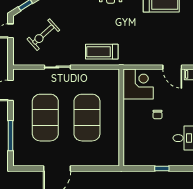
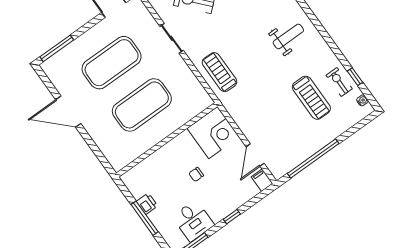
window: (10, 136) -> (57, 48), moved
printer: (154, 160) -> (147, 204), added
window: (162, 169) -> (145, 218), width x2.17

